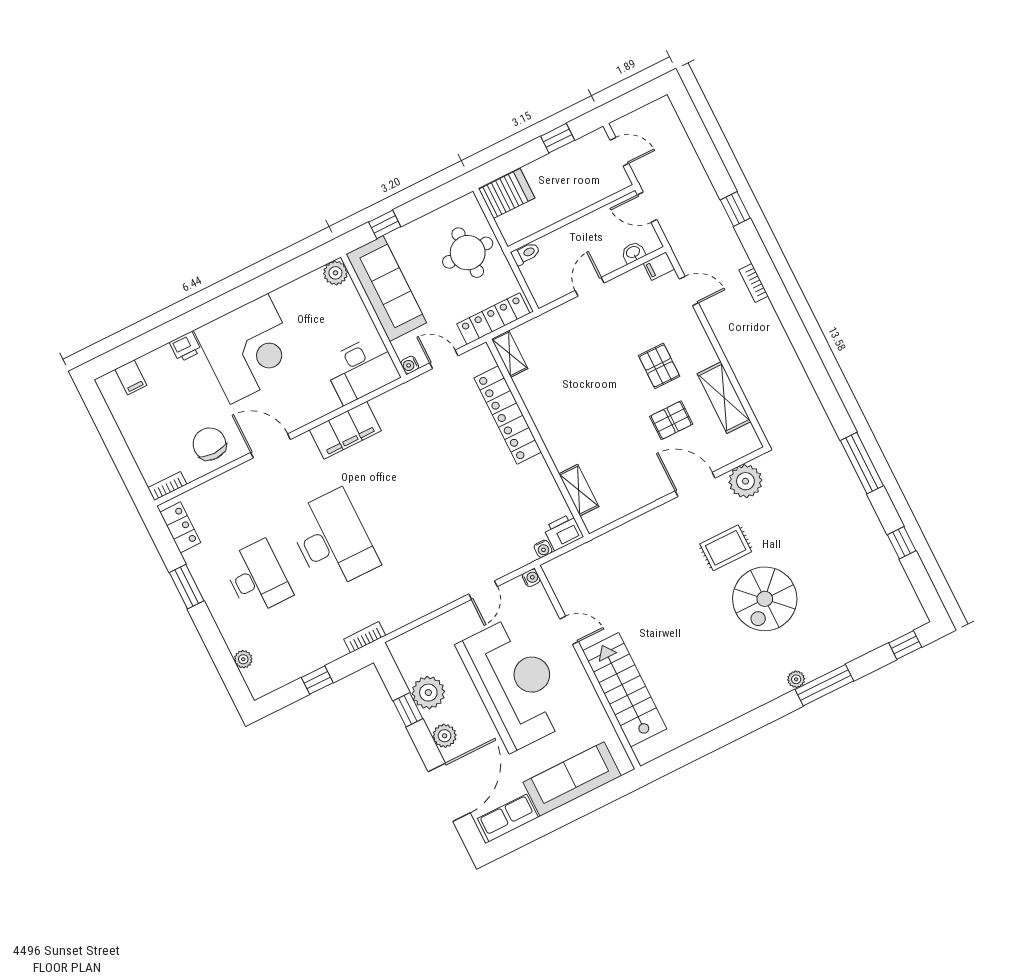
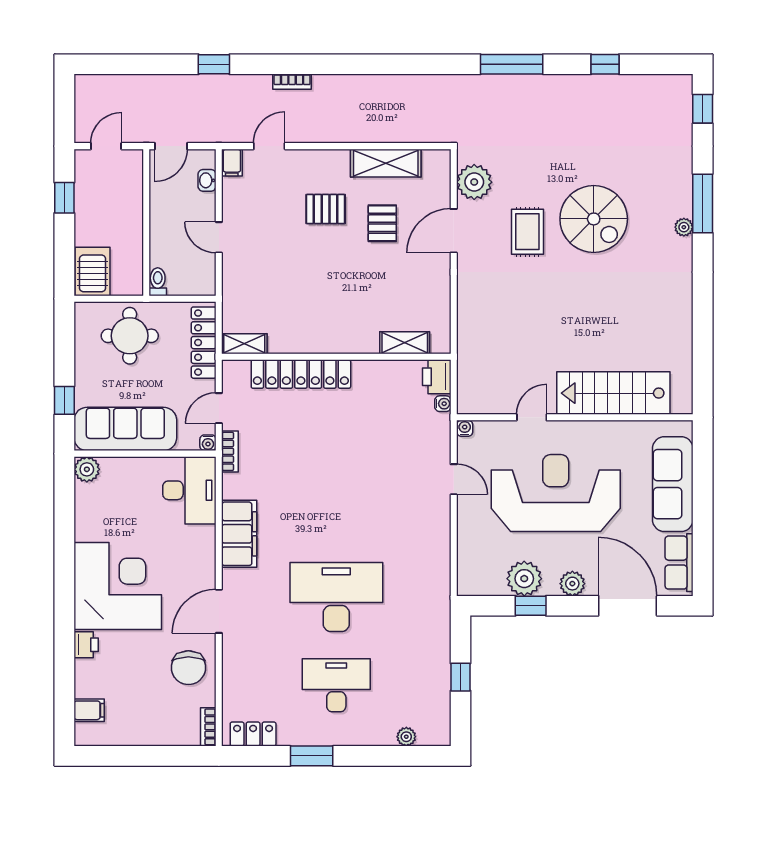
chair: (209, 444) -> (188, 668), turned -90
bookcase: (365, 637) -> (230, 451), moved, turned 180

